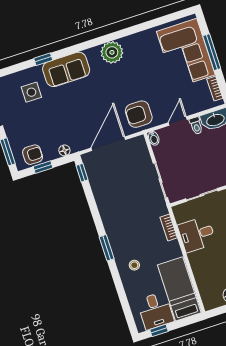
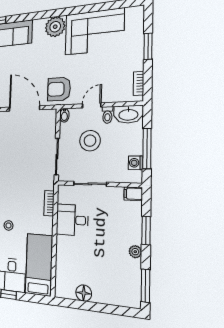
window: (212, 52) -> (148, 46), width x0.69
corner sofa: (186, 53) -> (94, 32), moved, turned -90
door: (108, 144) -> (24, 108), hinge flipped
stool: (188, 155) -> (90, 141), added

